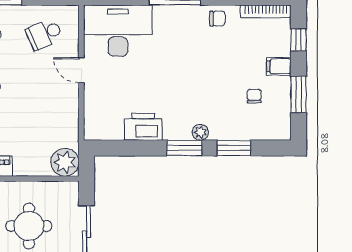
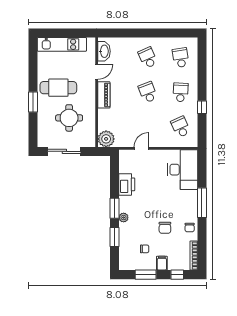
chair: (218, 61) -> (165, 228), added
door: (81, 70) -> (141, 148), moved

